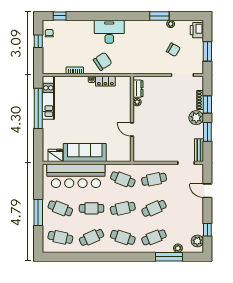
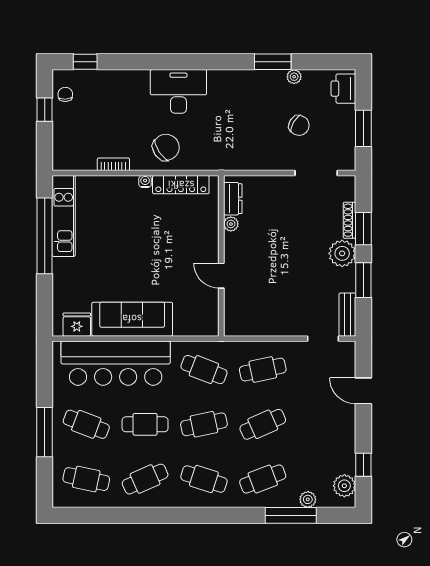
locker: (105, 81) -> (181, 185), width x1.53

